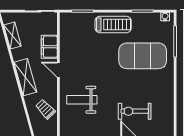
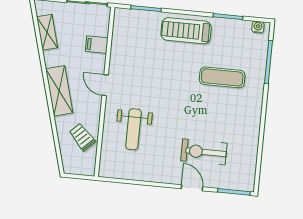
treadmill: (113, 24) -> (186, 31), turned 180
filing cabinet: (49, 47) -> (97, 45), width x0.50
exercise mat: (143, 56) -> (222, 77), width x0.50, depth x0.69
weight bench: (82, 100) -> (133, 129), turned -90

